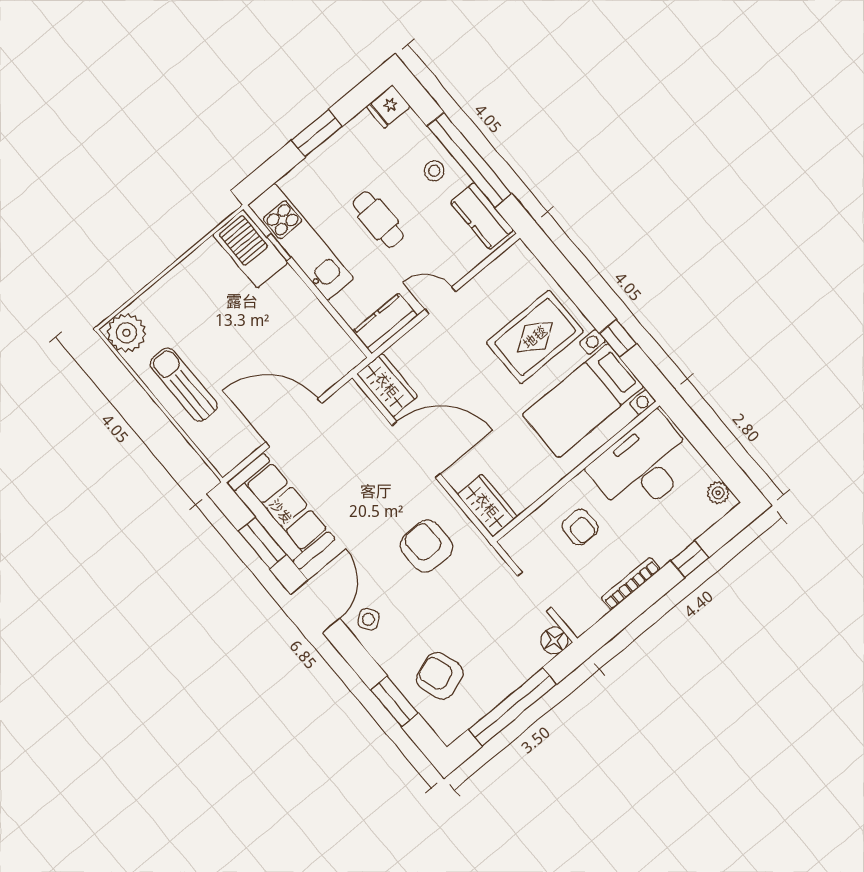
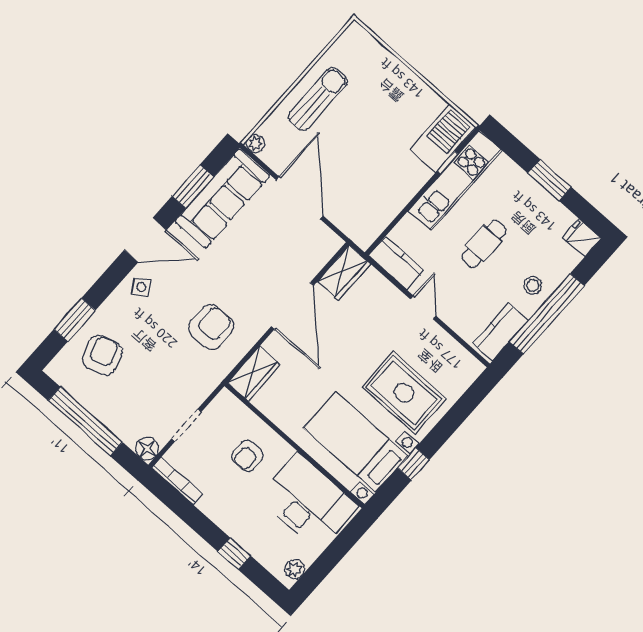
plant: (126, 333) -> (255, 144), moved, width x0.53, depth x0.53
bookcase: (631, 584) -> (177, 481), moved

